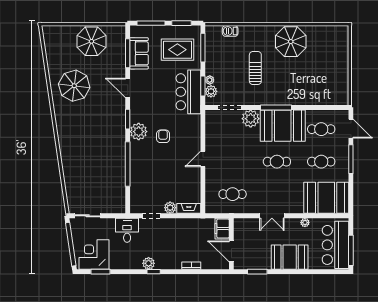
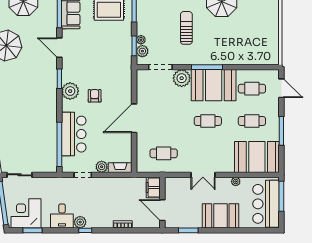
bar counter: (188, 92) -> (74, 134), moved, turned 180
door: (203, 159) -> (134, 118), width x1.87
window: (351, 159) -> (281, 131), moved
window: (128, 164) -> (59, 144), moved
desk: (127, 230) -> (62, 216), moved, turned 180
window: (351, 250) -> (281, 196), moved

